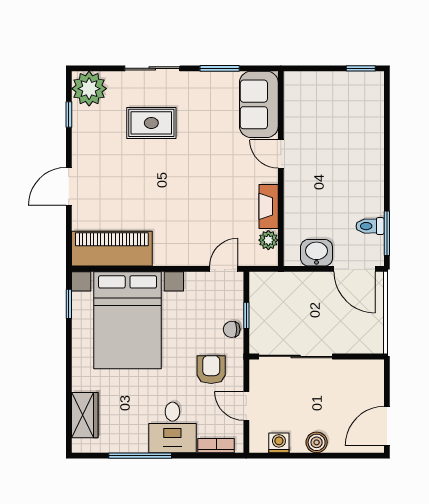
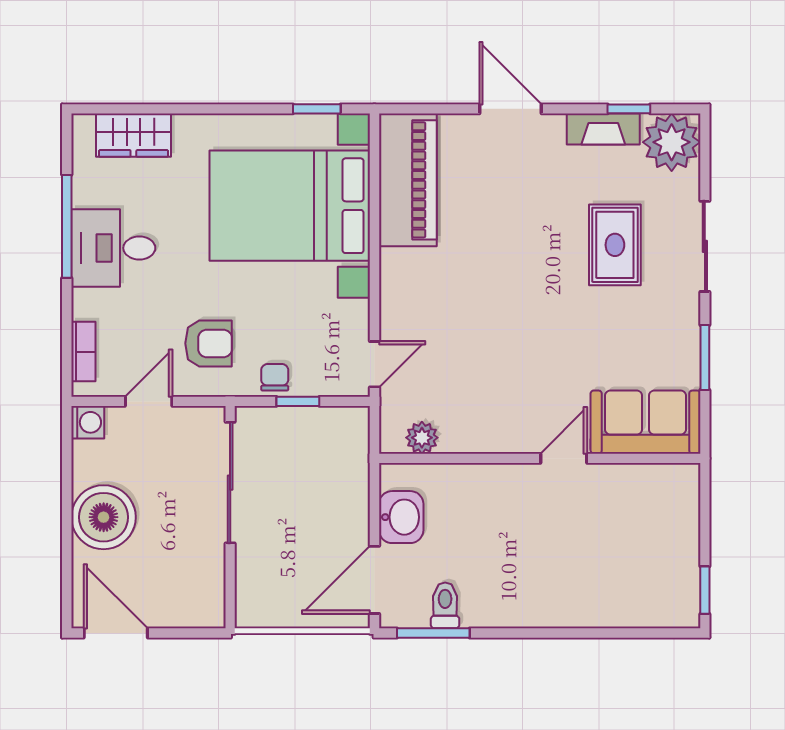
fireplace: (269, 206) -> (603, 129), moved, turned 180
door: (224, 269) -> (374, 364), hinge flipped
desk: (172, 427) -> (113, 248), moved
boiler: (317, 442) -> (104, 517), width x1.86, depth x1.86
washing machine: (279, 443) -> (88, 422), moved

